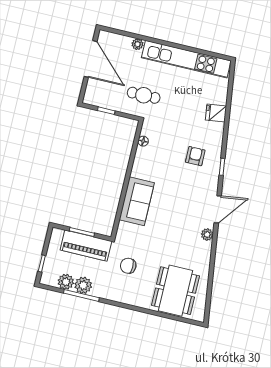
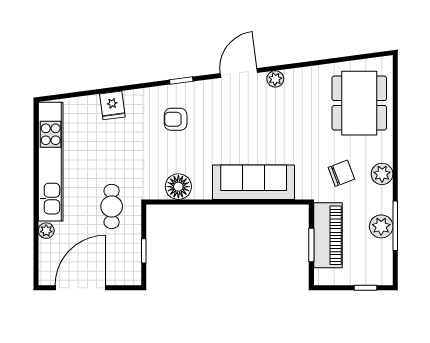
floor lamp: (143, 141) -> (178, 187), width x1.89, depth x1.89
sofa: (137, 201) -> (254, 182), width x1.36
door: (218, 209) -> (239, 73), hinge flipped
chair: (128, 266) -> (341, 173), turned -111
plant: (66, 282) -> (382, 174), moved
dining table: (176, 291) -> (359, 103), turned 90

